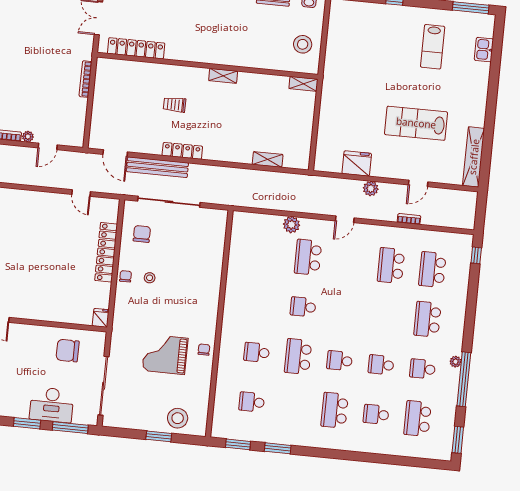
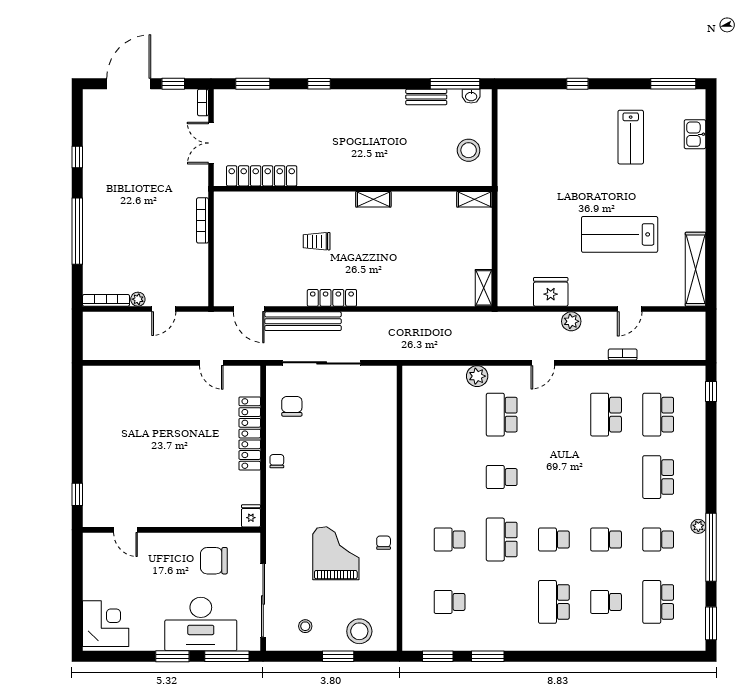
shelving: (268, 160) -> (484, 288), moved, turned 90
stool: (150, 278) -> (305, 626), moved
grand piano: (165, 354) -> (336, 553), turned 90
desk: (52, 405) -> (201, 624), width x1.36, depth x1.30

